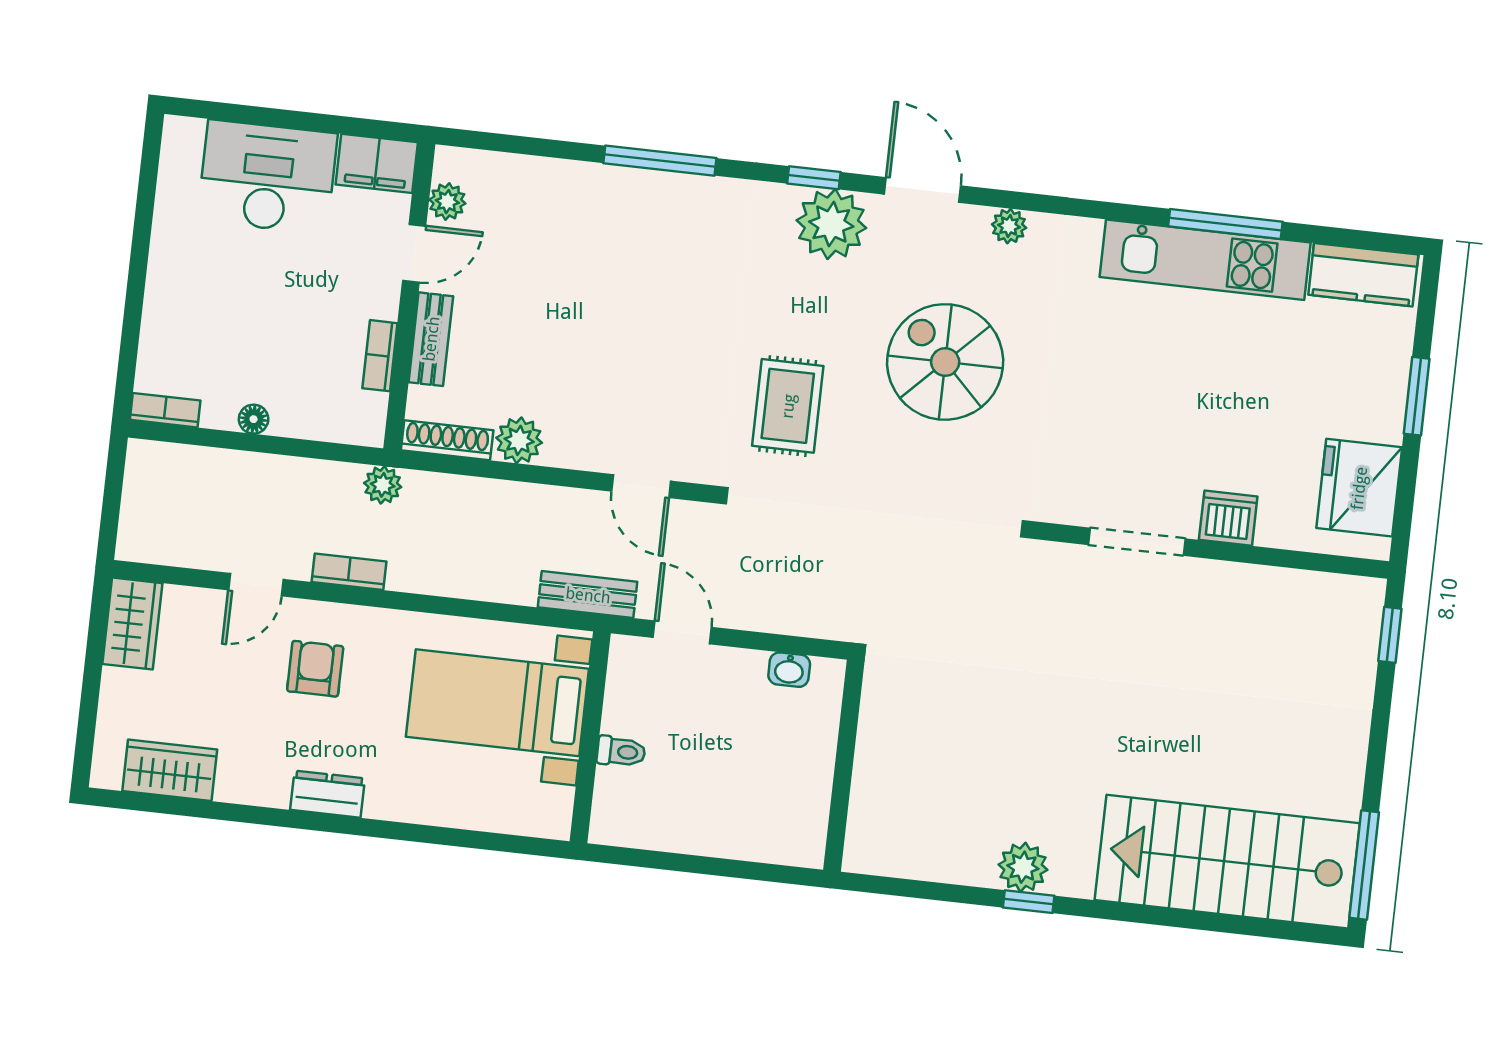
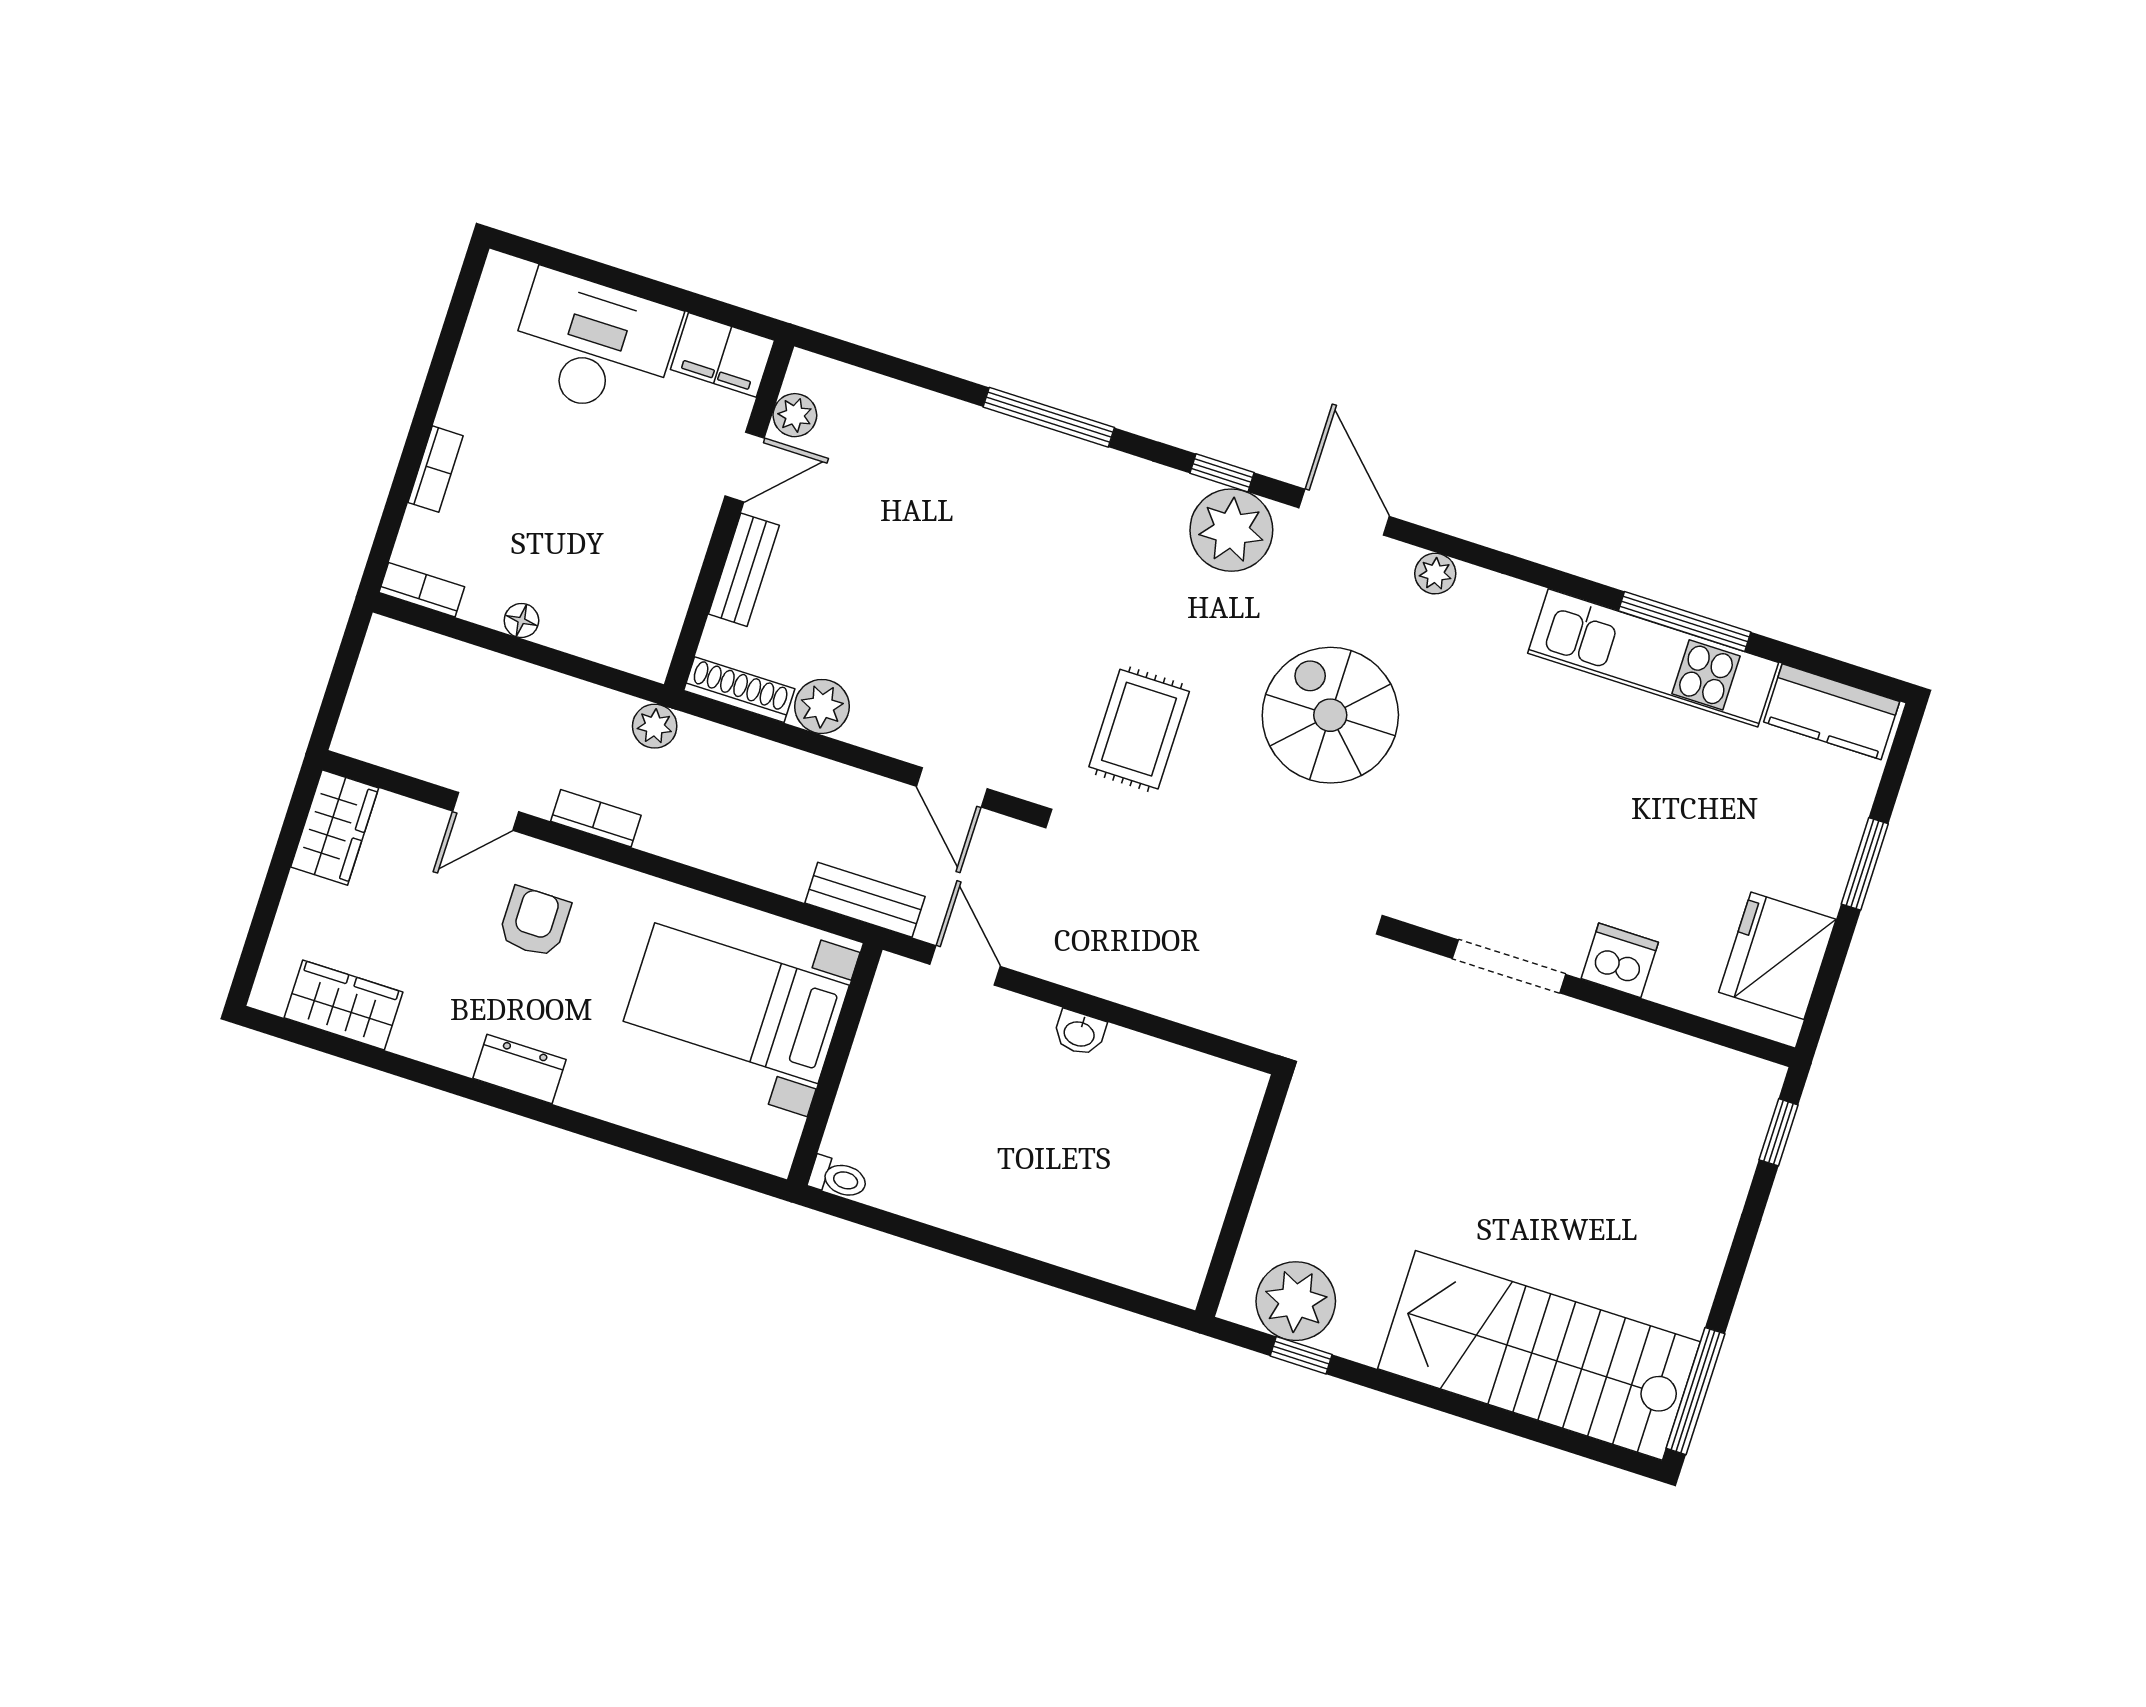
bookcase: (380, 356) -> (435, 469), moved, turned 180
toilet: (621, 752) -> (838, 1178), moved
wall: (844, 766) -> (1243, 1196), moved
plant: (1023, 867) -> (1296, 1301), width x1.36, depth x1.36

